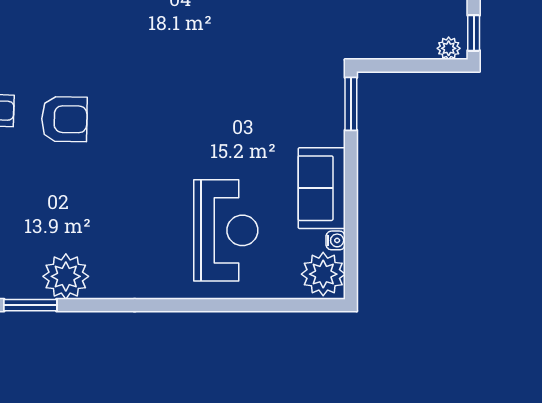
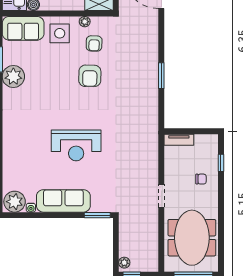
sofa: (322, 188) -> (63, 201), width x1.36
reception desk: (226, 230) -> (76, 145), moved

